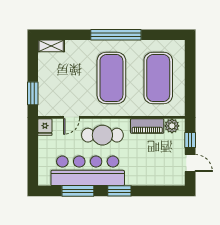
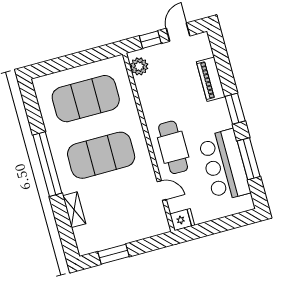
shelving: (51, 46) -> (74, 210), moved
window: (33, 93) -> (114, 254), moved
piano: (147, 126) -> (211, 79), moved, turned 180
bar counter: (88, 171) -> (224, 165), width x0.73

